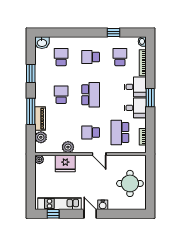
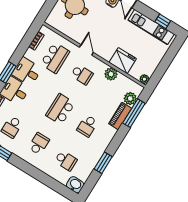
school desk: (61, 57) -> (66, 161), turned -90
school desk: (91, 57) -> (39, 144), turned -90
window: (31, 111) -> (134, 113), moved

